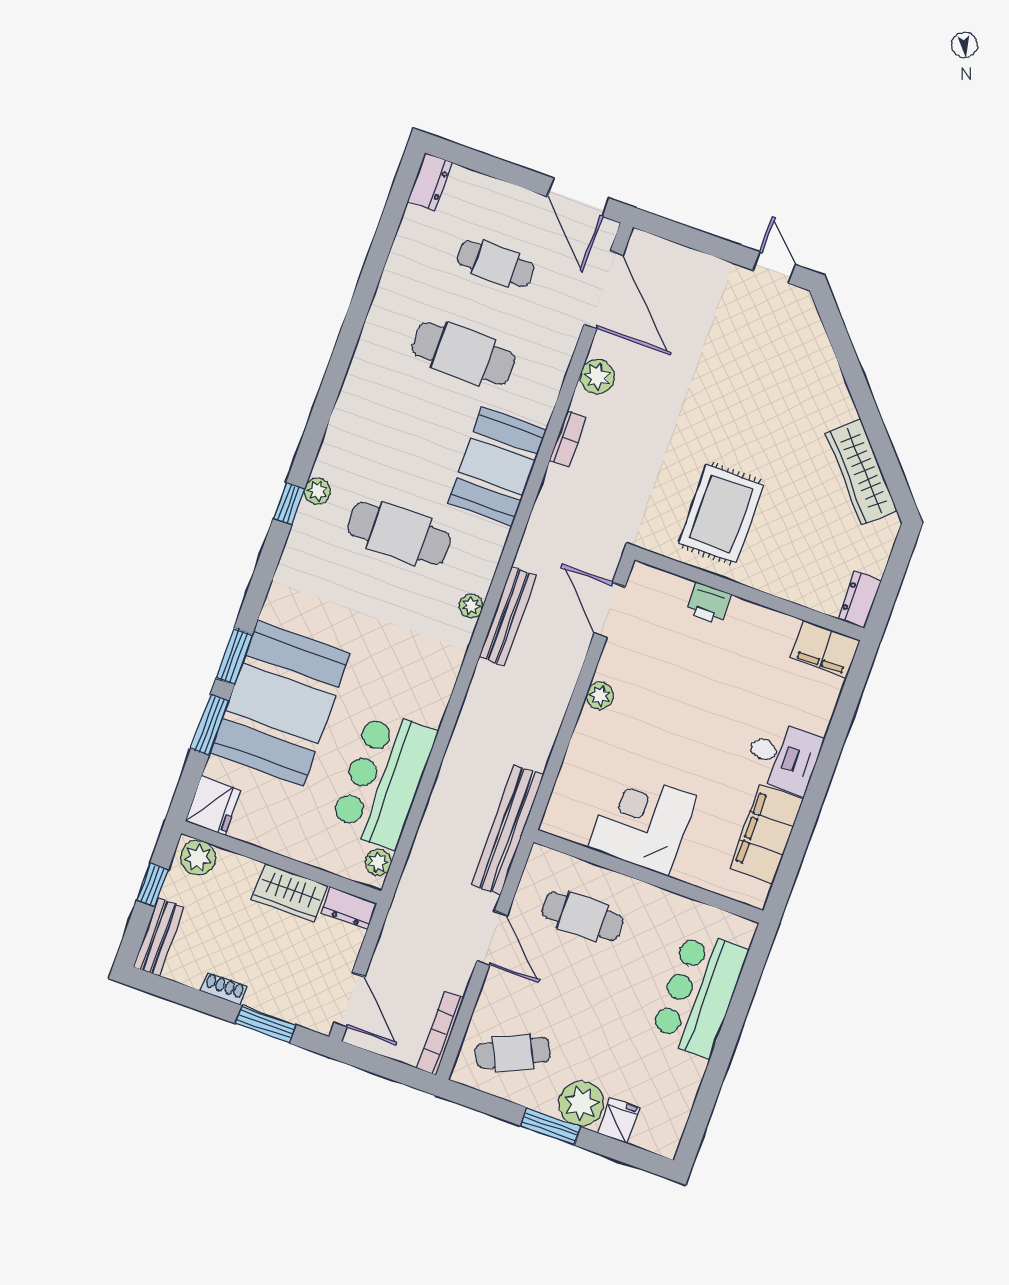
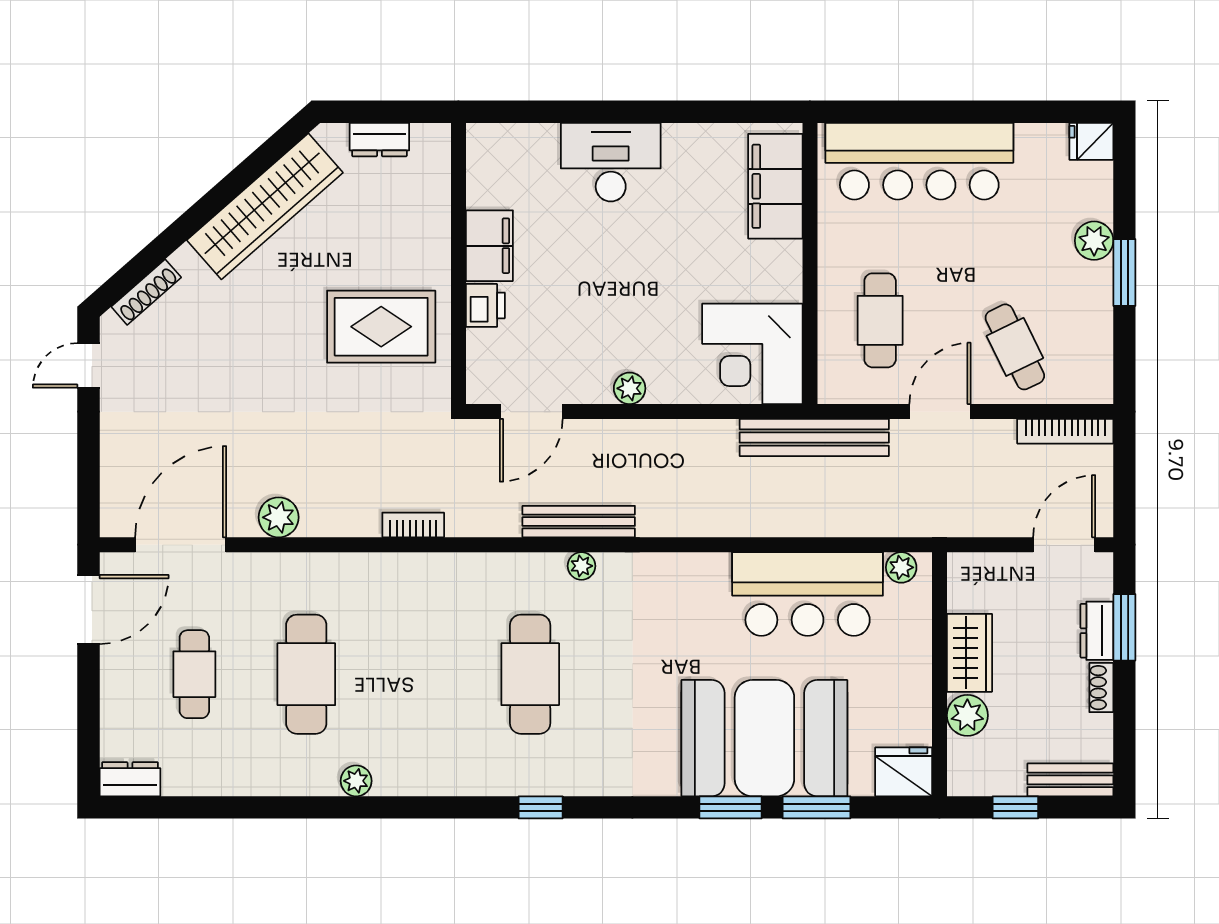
shoe rack: (816, 335) -> (146, 292), added
bookcase: (568, 439) -> (413, 525), moved
booth: (497, 466) -> (417, 592), removed
wardrobe: (861, 472) -> (265, 206), width x1.40, depth x1.17
plant: (317, 491) -> (356, 781), moved
dresser: (860, 600) -> (379, 140), moved
filing cabinet: (825, 649) -> (489, 246), moved
desk: (783, 756) -> (611, 162), width x1.37
corner desk: (642, 822) -> (752, 354), moved
filing cabinet: (766, 834) -> (775, 186), moved, turned 90
plant: (198, 858) -> (967, 715), moved
dresser: (349, 908) -> (1097, 631), moved, turned 180
bar counter: (699, 994) -> (919, 161), width x1.36
cafe table: (513, 1053) -> (1015, 347), moved
plant: (581, 1104) -> (1094, 241), width x0.73, depth x0.73
fridge: (618, 1121) -> (1091, 141), moved

